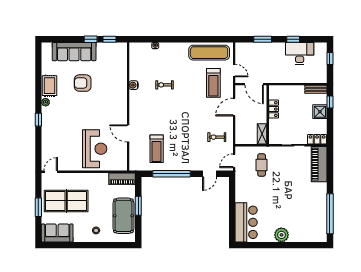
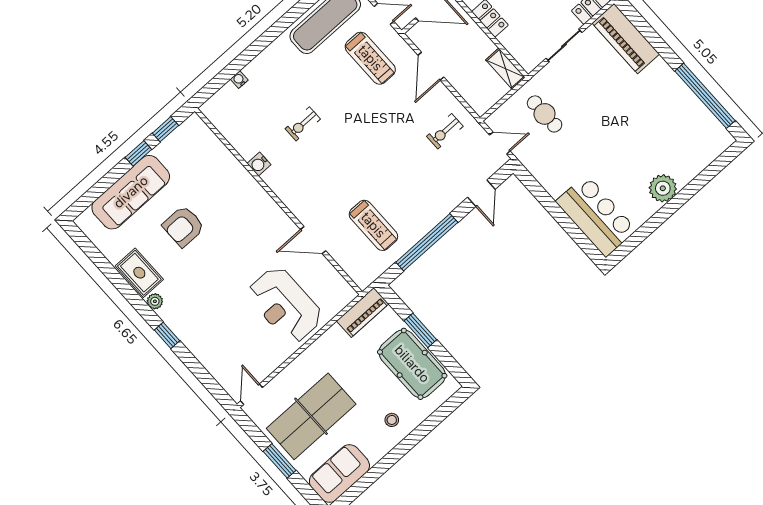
reception desk: (95, 149) -> (285, 305), turned 180
door: (234, 161) -> (500, 143), swing flipped

